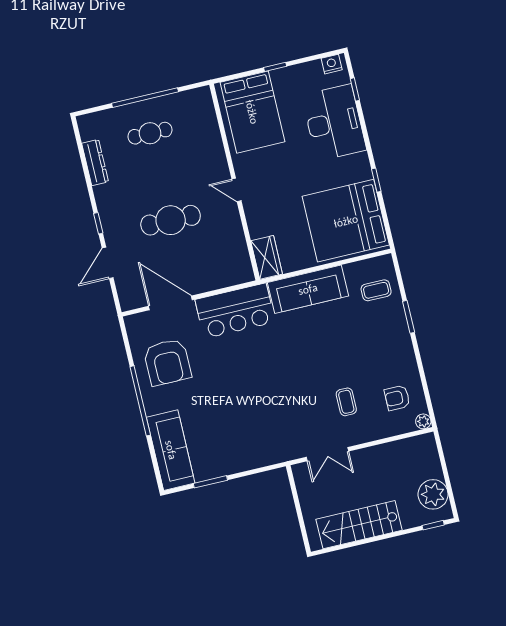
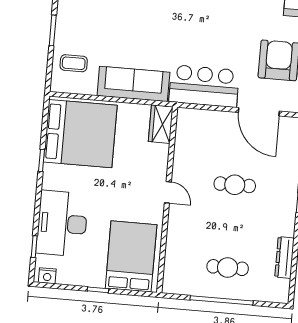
cafe table: (171, 220) -> (235, 185), width x0.73, depth x0.74

